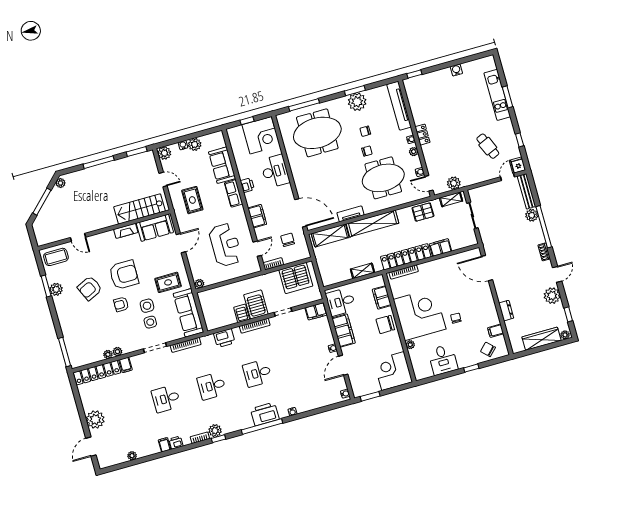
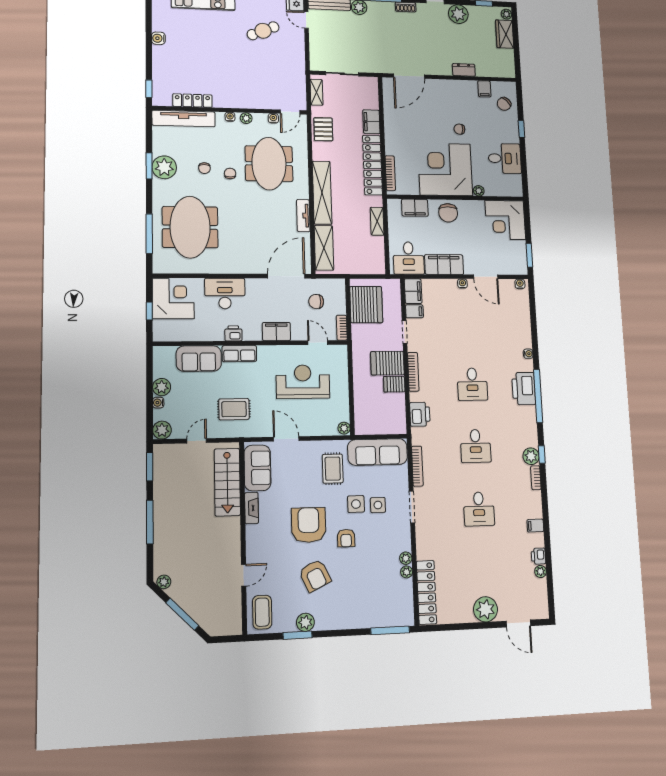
locker: (422, 135) -> (192, 101), moved, width x1.53
plant: (454, 183) -> (298, 83), removed
wardrobe: (542, 339) -> (505, 34), width x0.67
filing cabinet: (126, 365) -> (414, 311), moved
printer: (176, 443) -> (538, 556), moved

